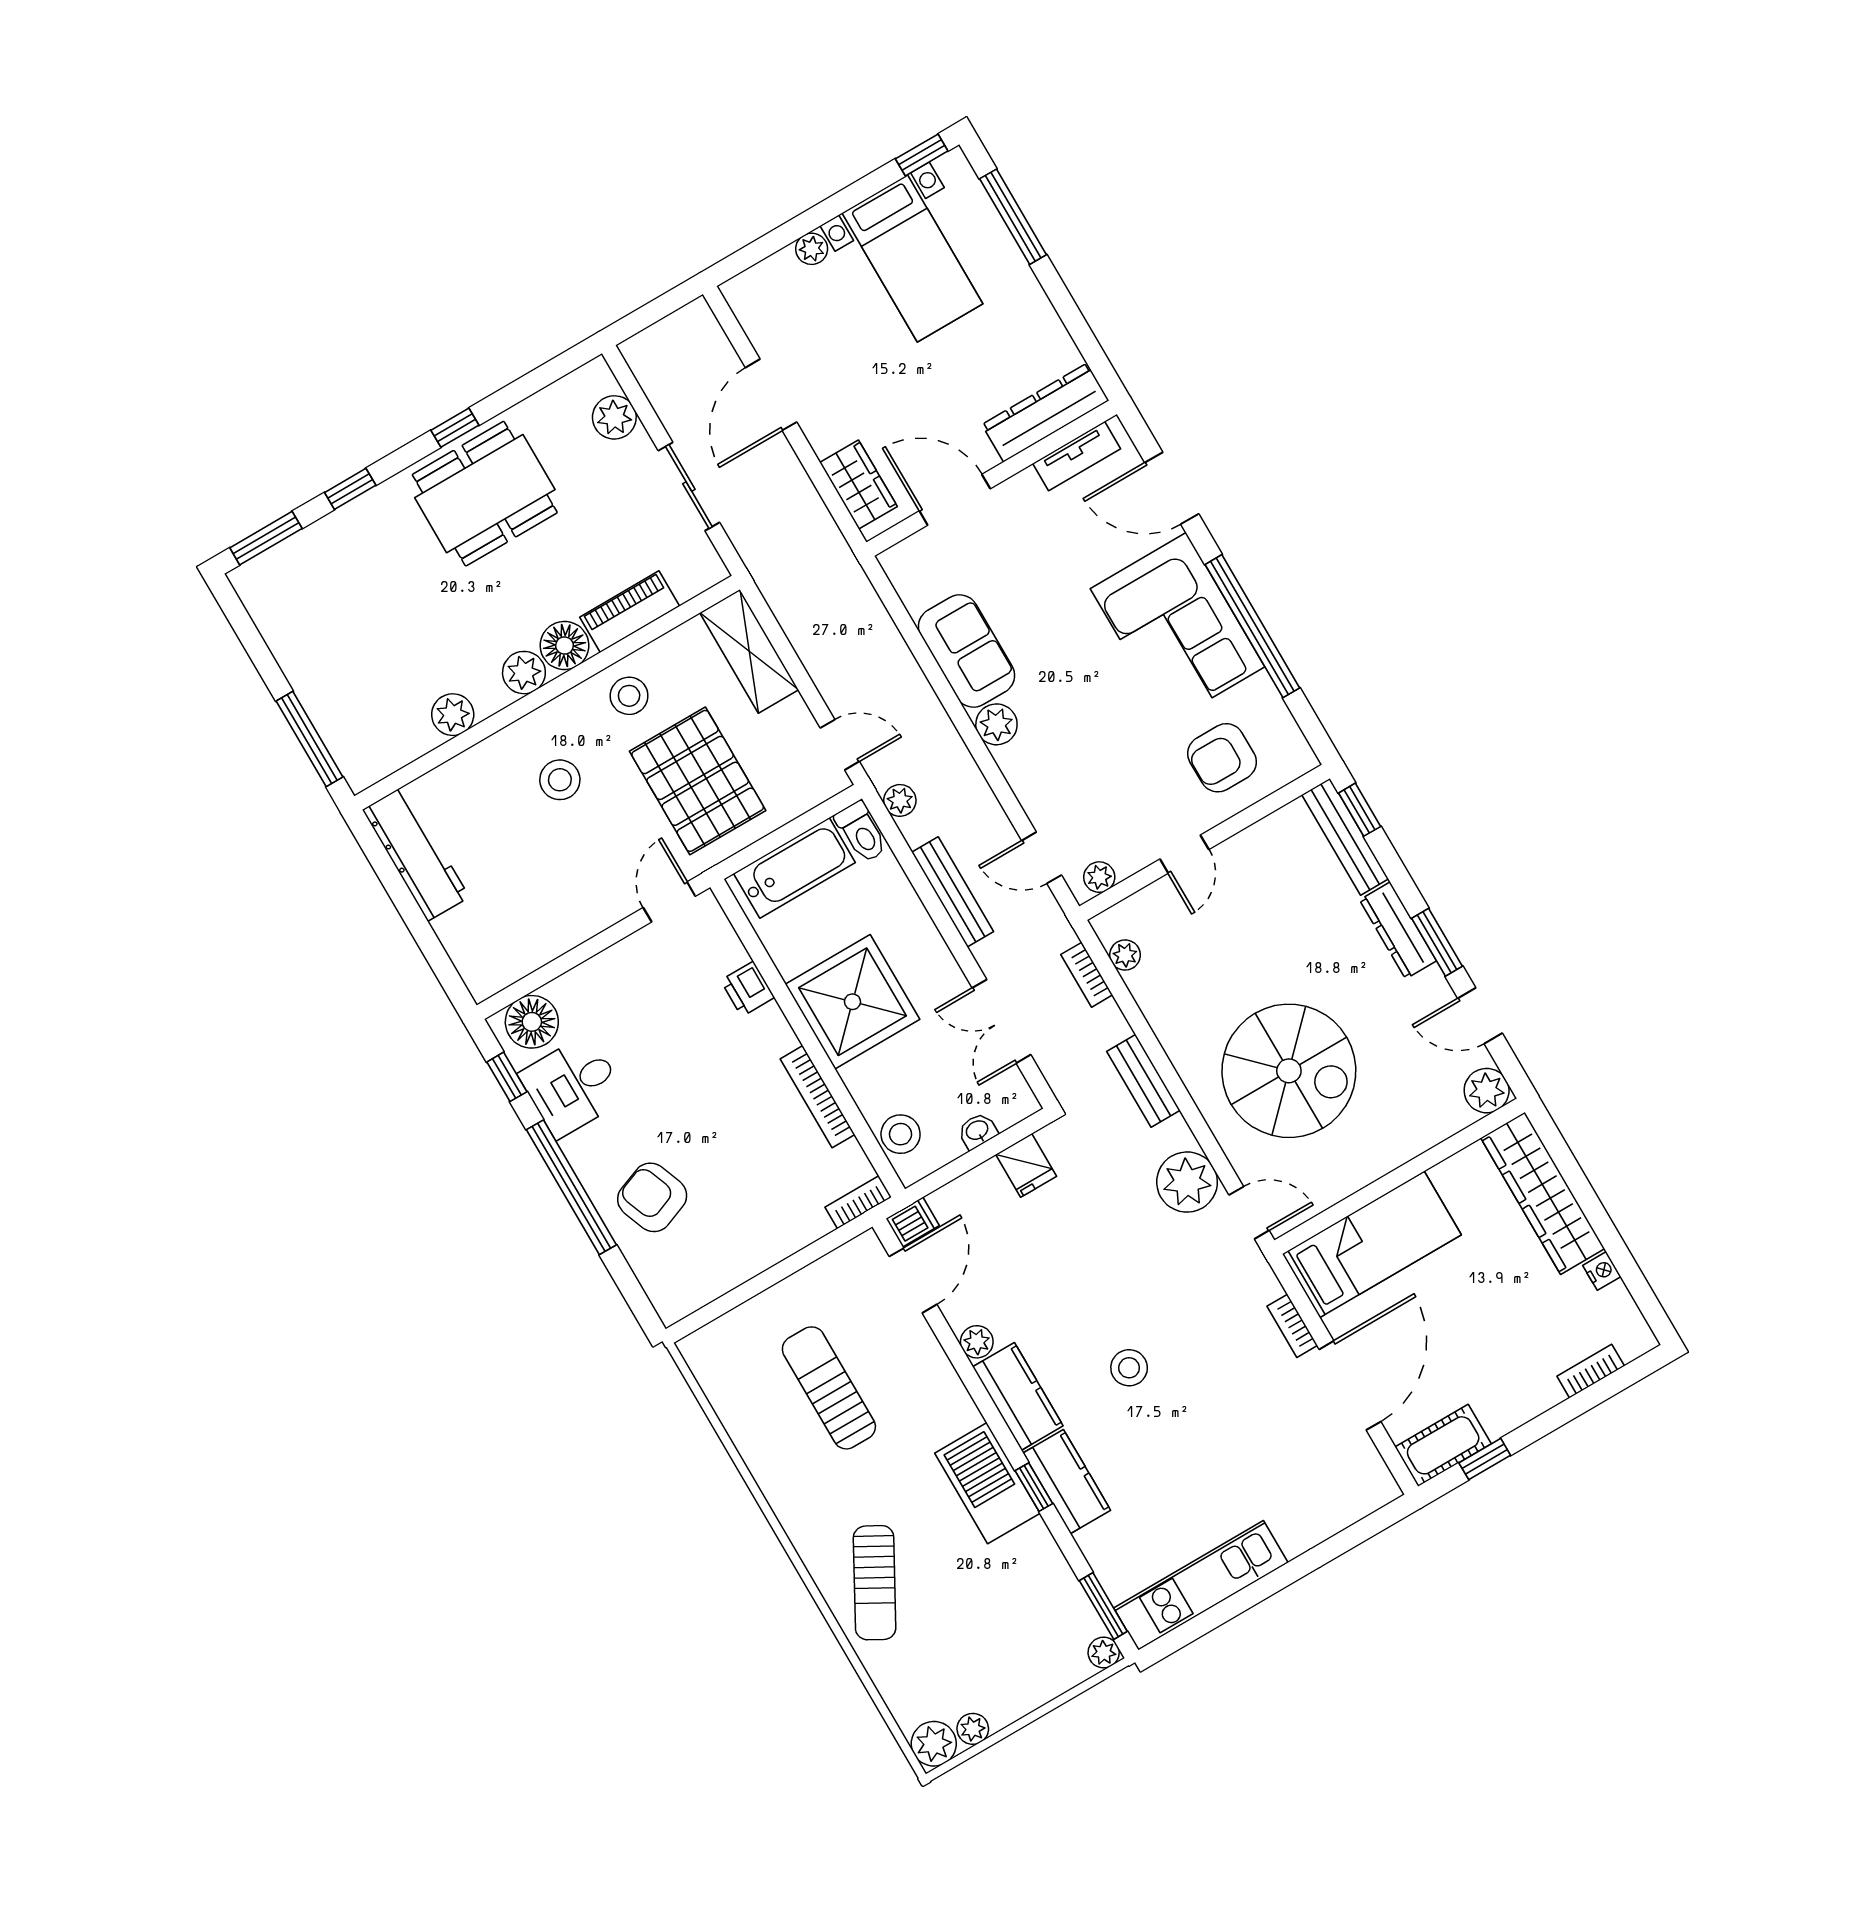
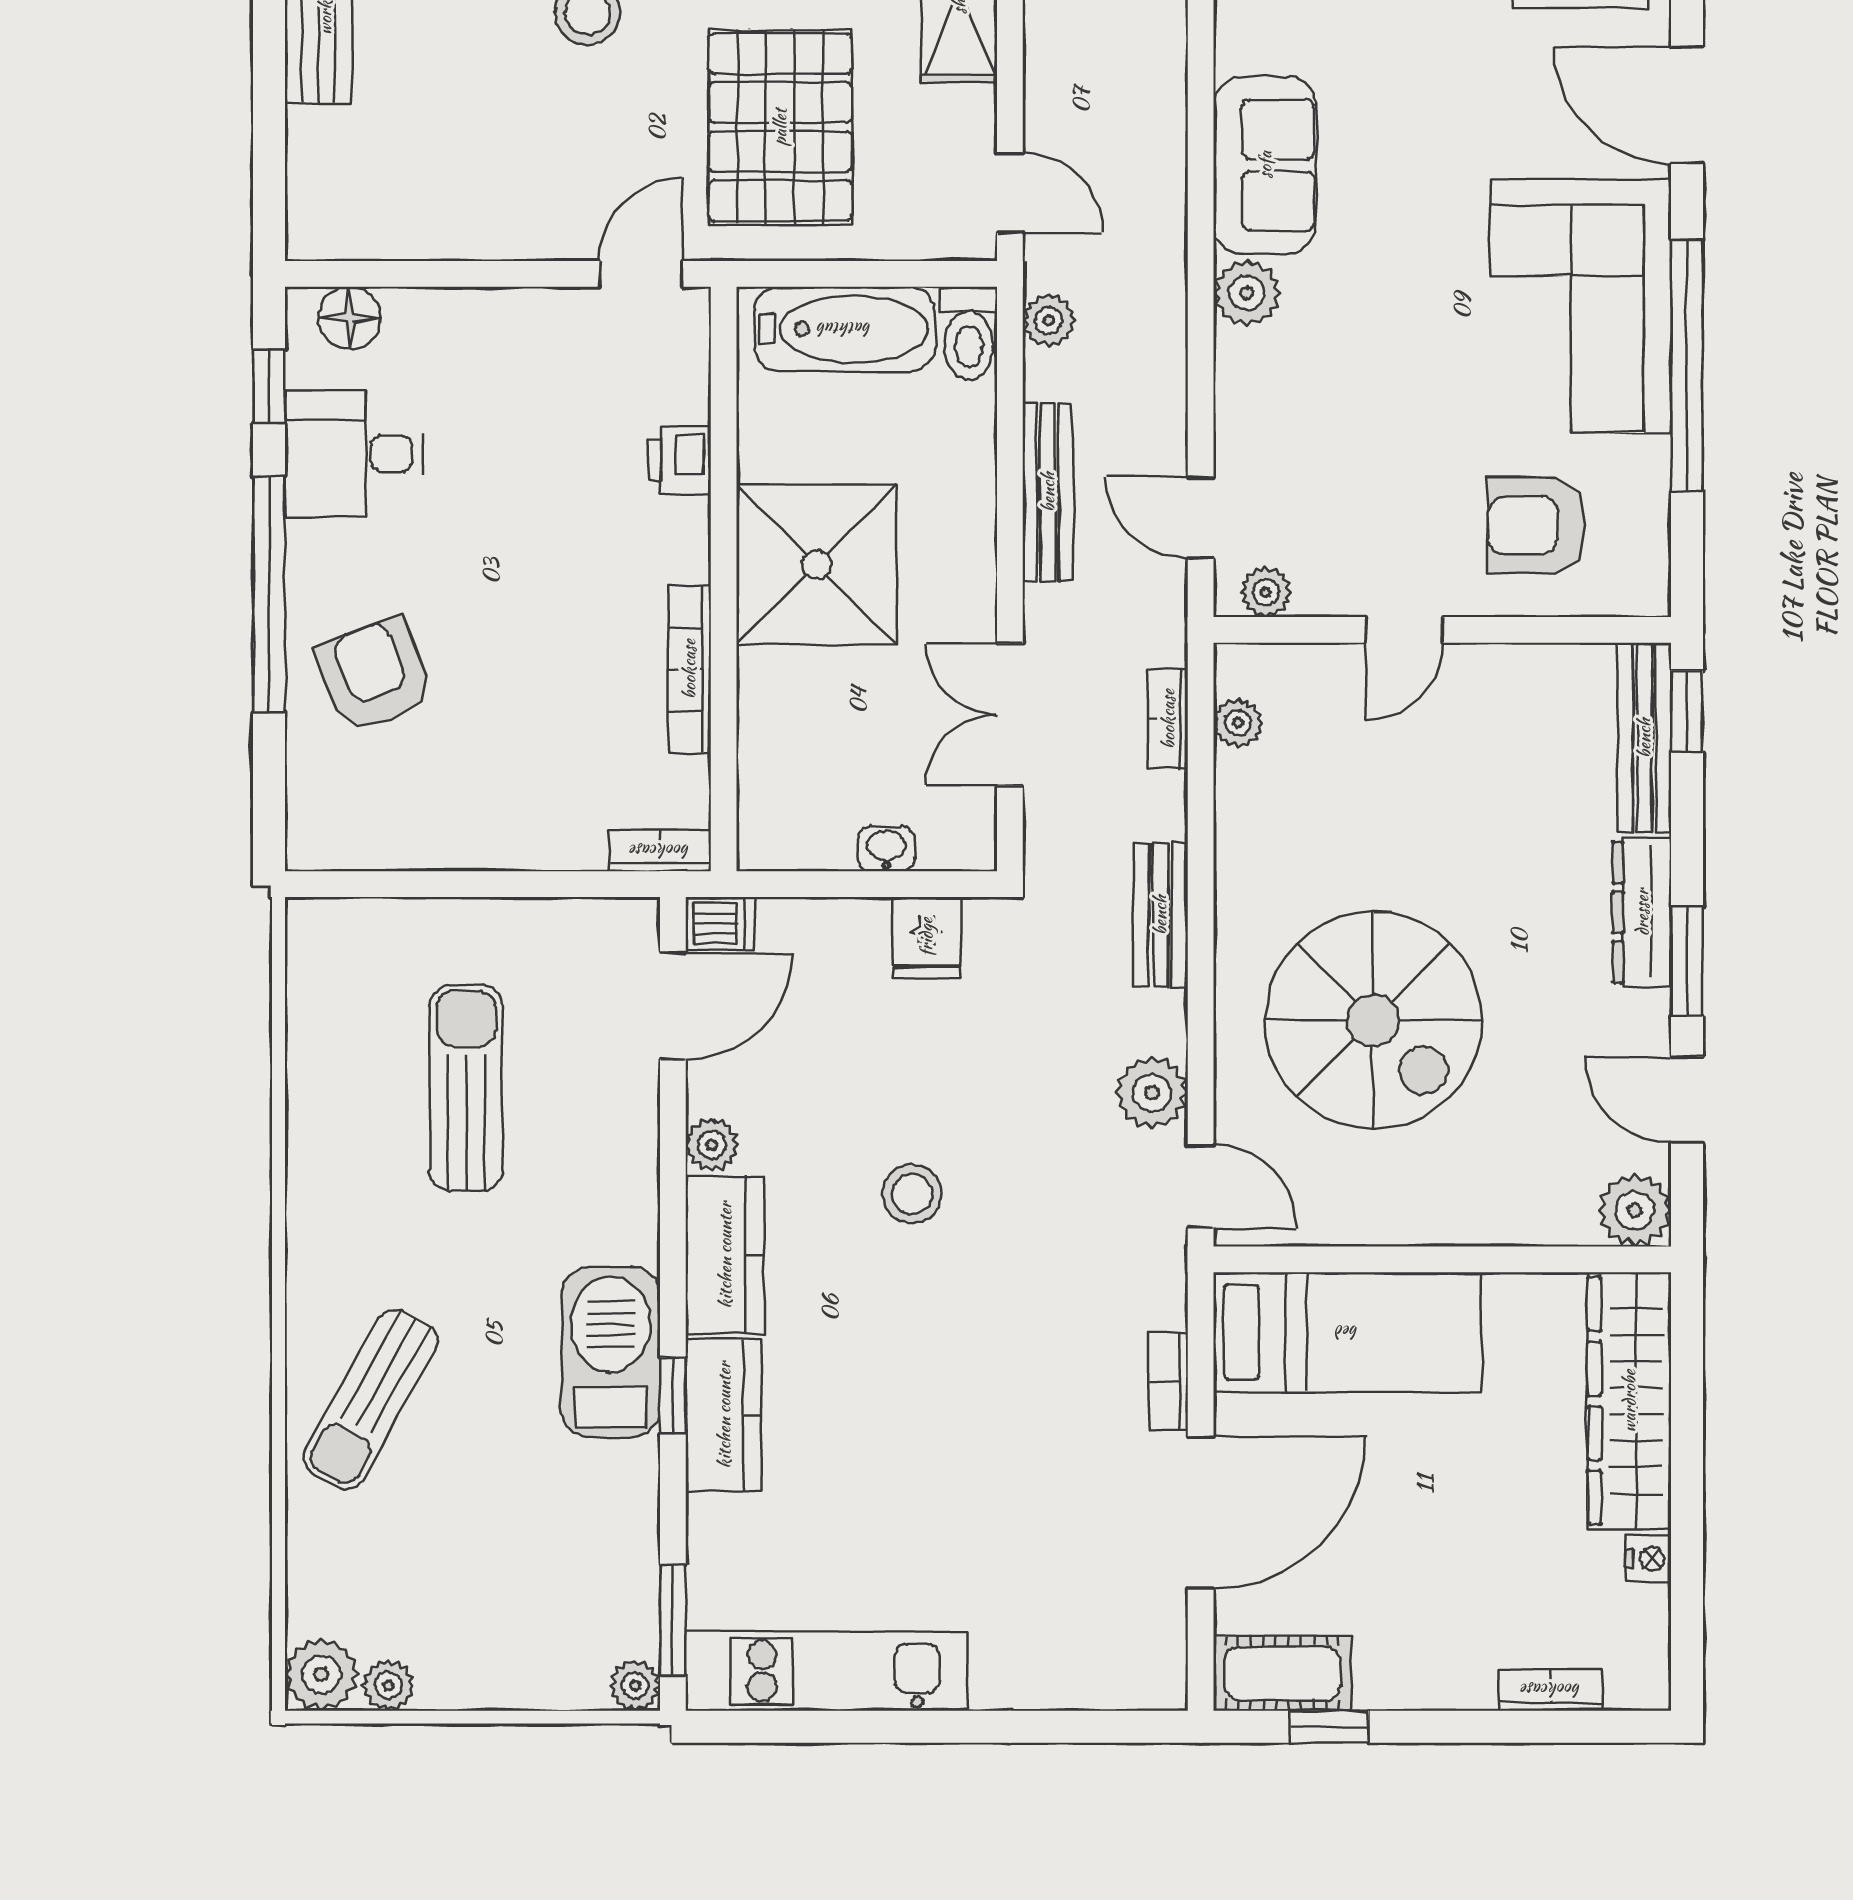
floor lamp: (532, 1022) -> (349, 318), width x0.73, depth x0.73
stool: (901, 1134) -> (775, 790), removed
plant: (1187, 1182) -> (1152, 1093), width x0.73, depth x0.73
stool: (1129, 1368) -> (912, 1194), moved

